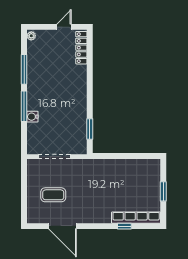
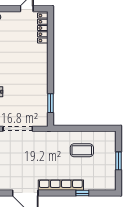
coffee table: (53, 195) -> (82, 150), moved
row of seats: (136, 218) -> (61, 185), moved

